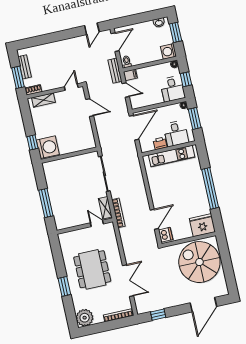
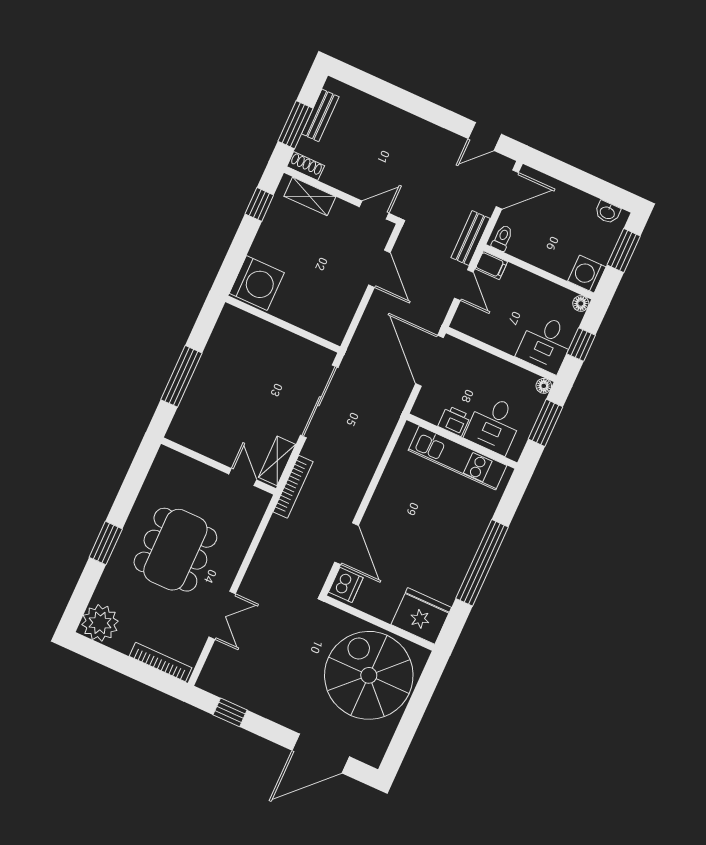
door: (134, 128) -> (430, 361), swing flipped
window: (32, 142) -> (259, 204), moved
door: (154, 219) -> (347, 544), hinge flipped
double door: (128, 281) -> (222, 615), width x0.73

